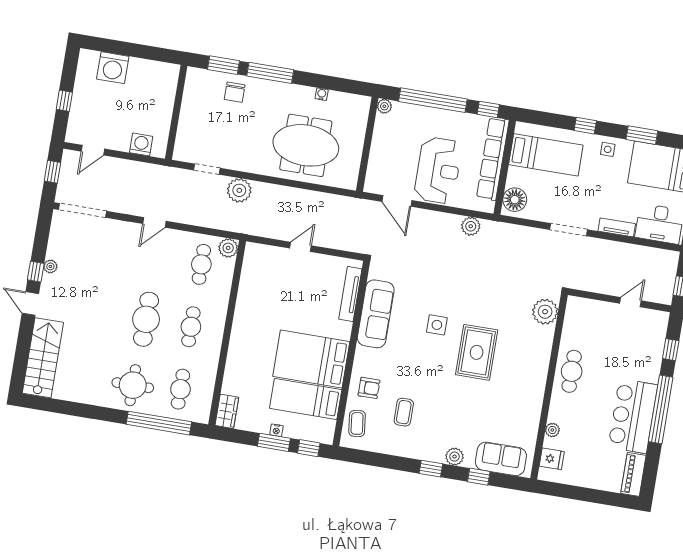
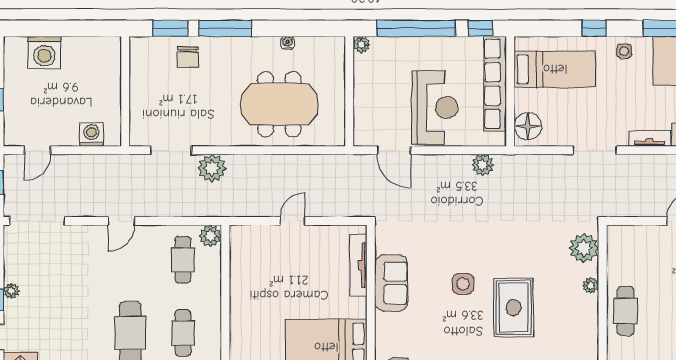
doorway: (207, 169) -> (171, 150), width x1.38
sofa: (376, 314) -> (391, 283), width x0.73
plant: (546, 344) -> (591, 285), added

